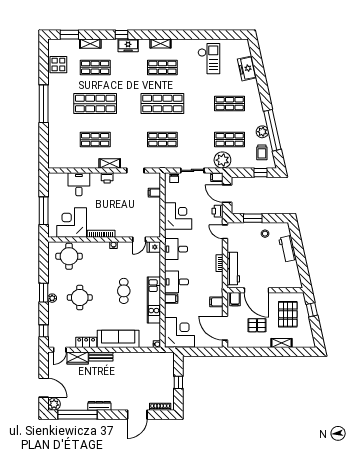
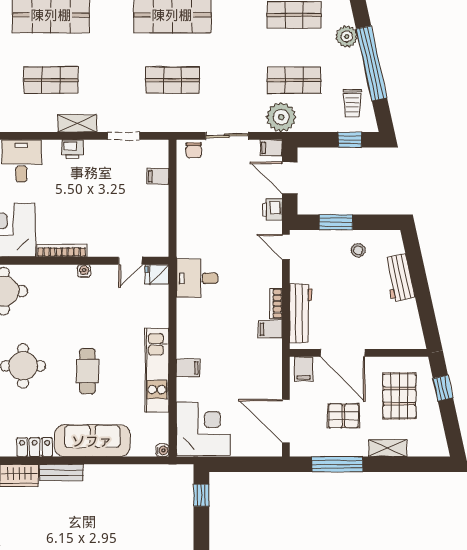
plant: (262, 132) -> (347, 36), moved
corner desk: (178, 216) -> (201, 218), removed
desk: (176, 282) -> (198, 338), removed
cafe table: (124, 291) -> (87, 371), moved
filing cabinet: (216, 302) -> (270, 329), moved
window: (254, 352) -> (337, 464), added
window: (178, 382) -> (201, 495), moved

